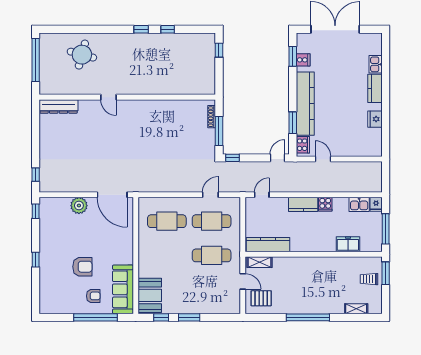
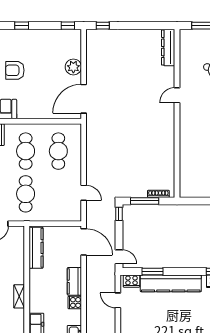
door: (323, 159) -> (118, 300), swing flipped
door: (262, 195) -> (84, 242), width x1.87
cafe table: (212, 221) -> (26, 151), moved
shelving: (259, 262) -> (19, 296), moved
armchair: (82, 267) -> (15, 70), turned 90

